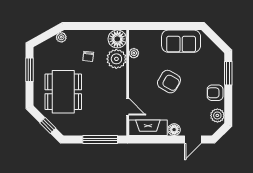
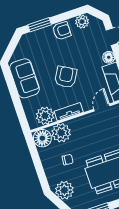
plant: (61, 37) -> (64, 190), width x1.88, depth x1.88
plant: (134, 53) -> (45, 116), width x1.87, depth x1.87
tv unit: (134, 73) -> (69, 112), added
armchair: (215, 93) -> (62, 31), turned -90

